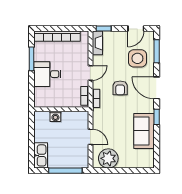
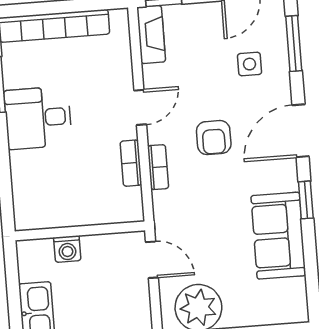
side table: (137, 58) -> (250, 64), width x0.54, depth x0.54
door: (157, 88) -> (301, 131), hinge flipped
wall: (61, 109) -> (80, 231), moved
washing machine: (55, 116) -> (67, 249), moved

